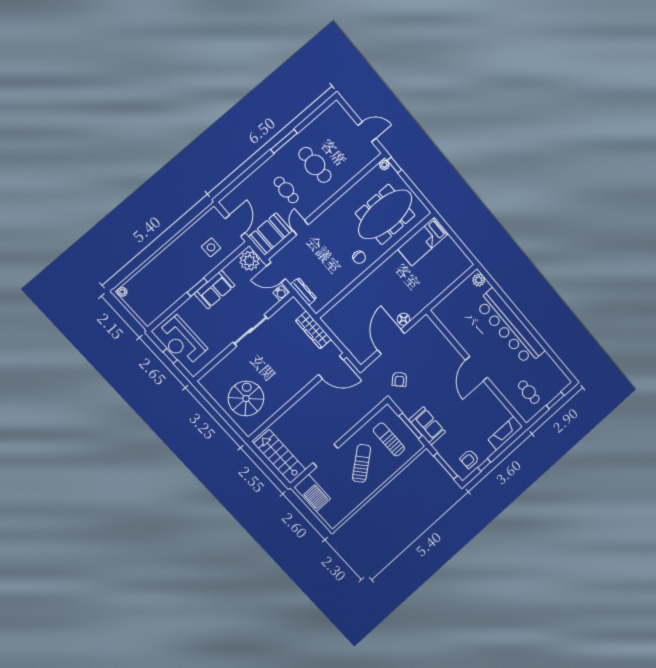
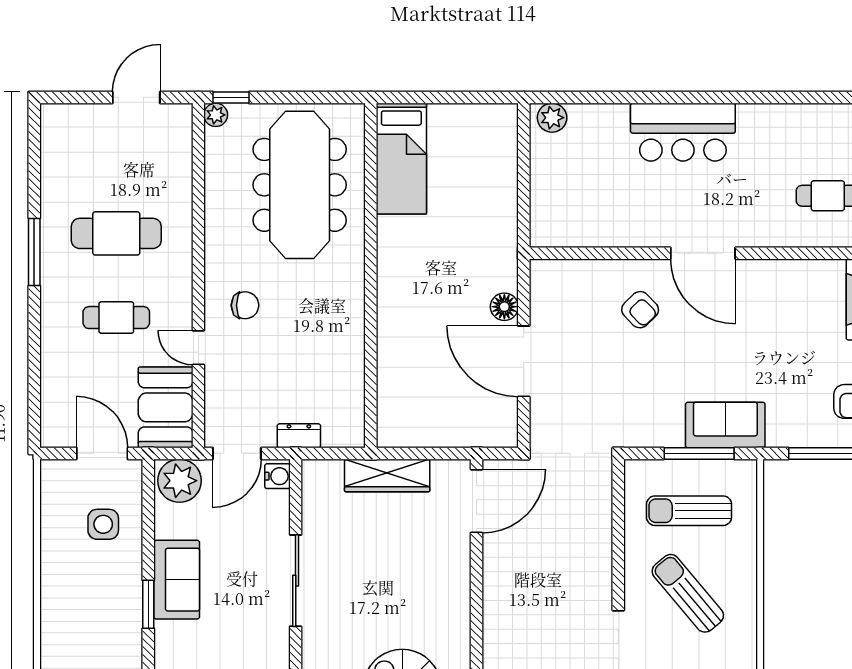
chair: (359, 257) -> (245, 305), moved
dresser: (303, 292) -> (299, 436), width x0.70
bar counter: (510, 327) -> (683, 132), width x0.54
armchair: (399, 379) -> (640, 310), moved

